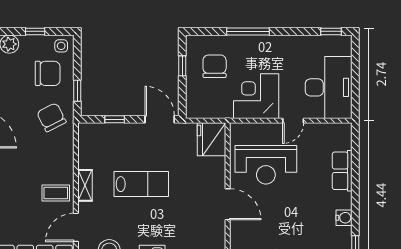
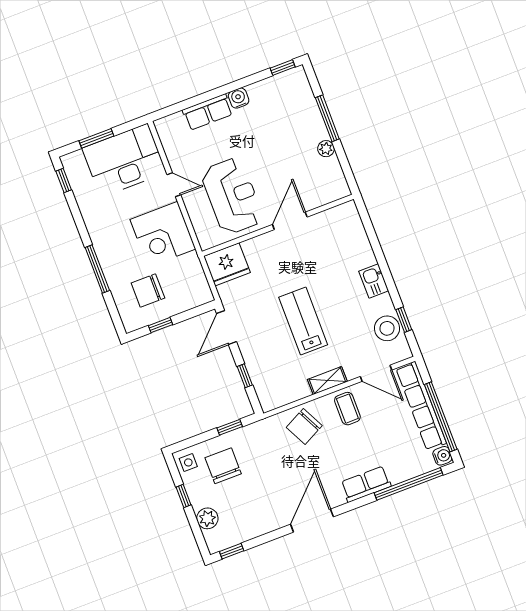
window: (355, 71) -> (96, 138), added
chair: (51, 117) -> (304, 426), moved
water cooler: (344, 218) -> (239, 98), moved

